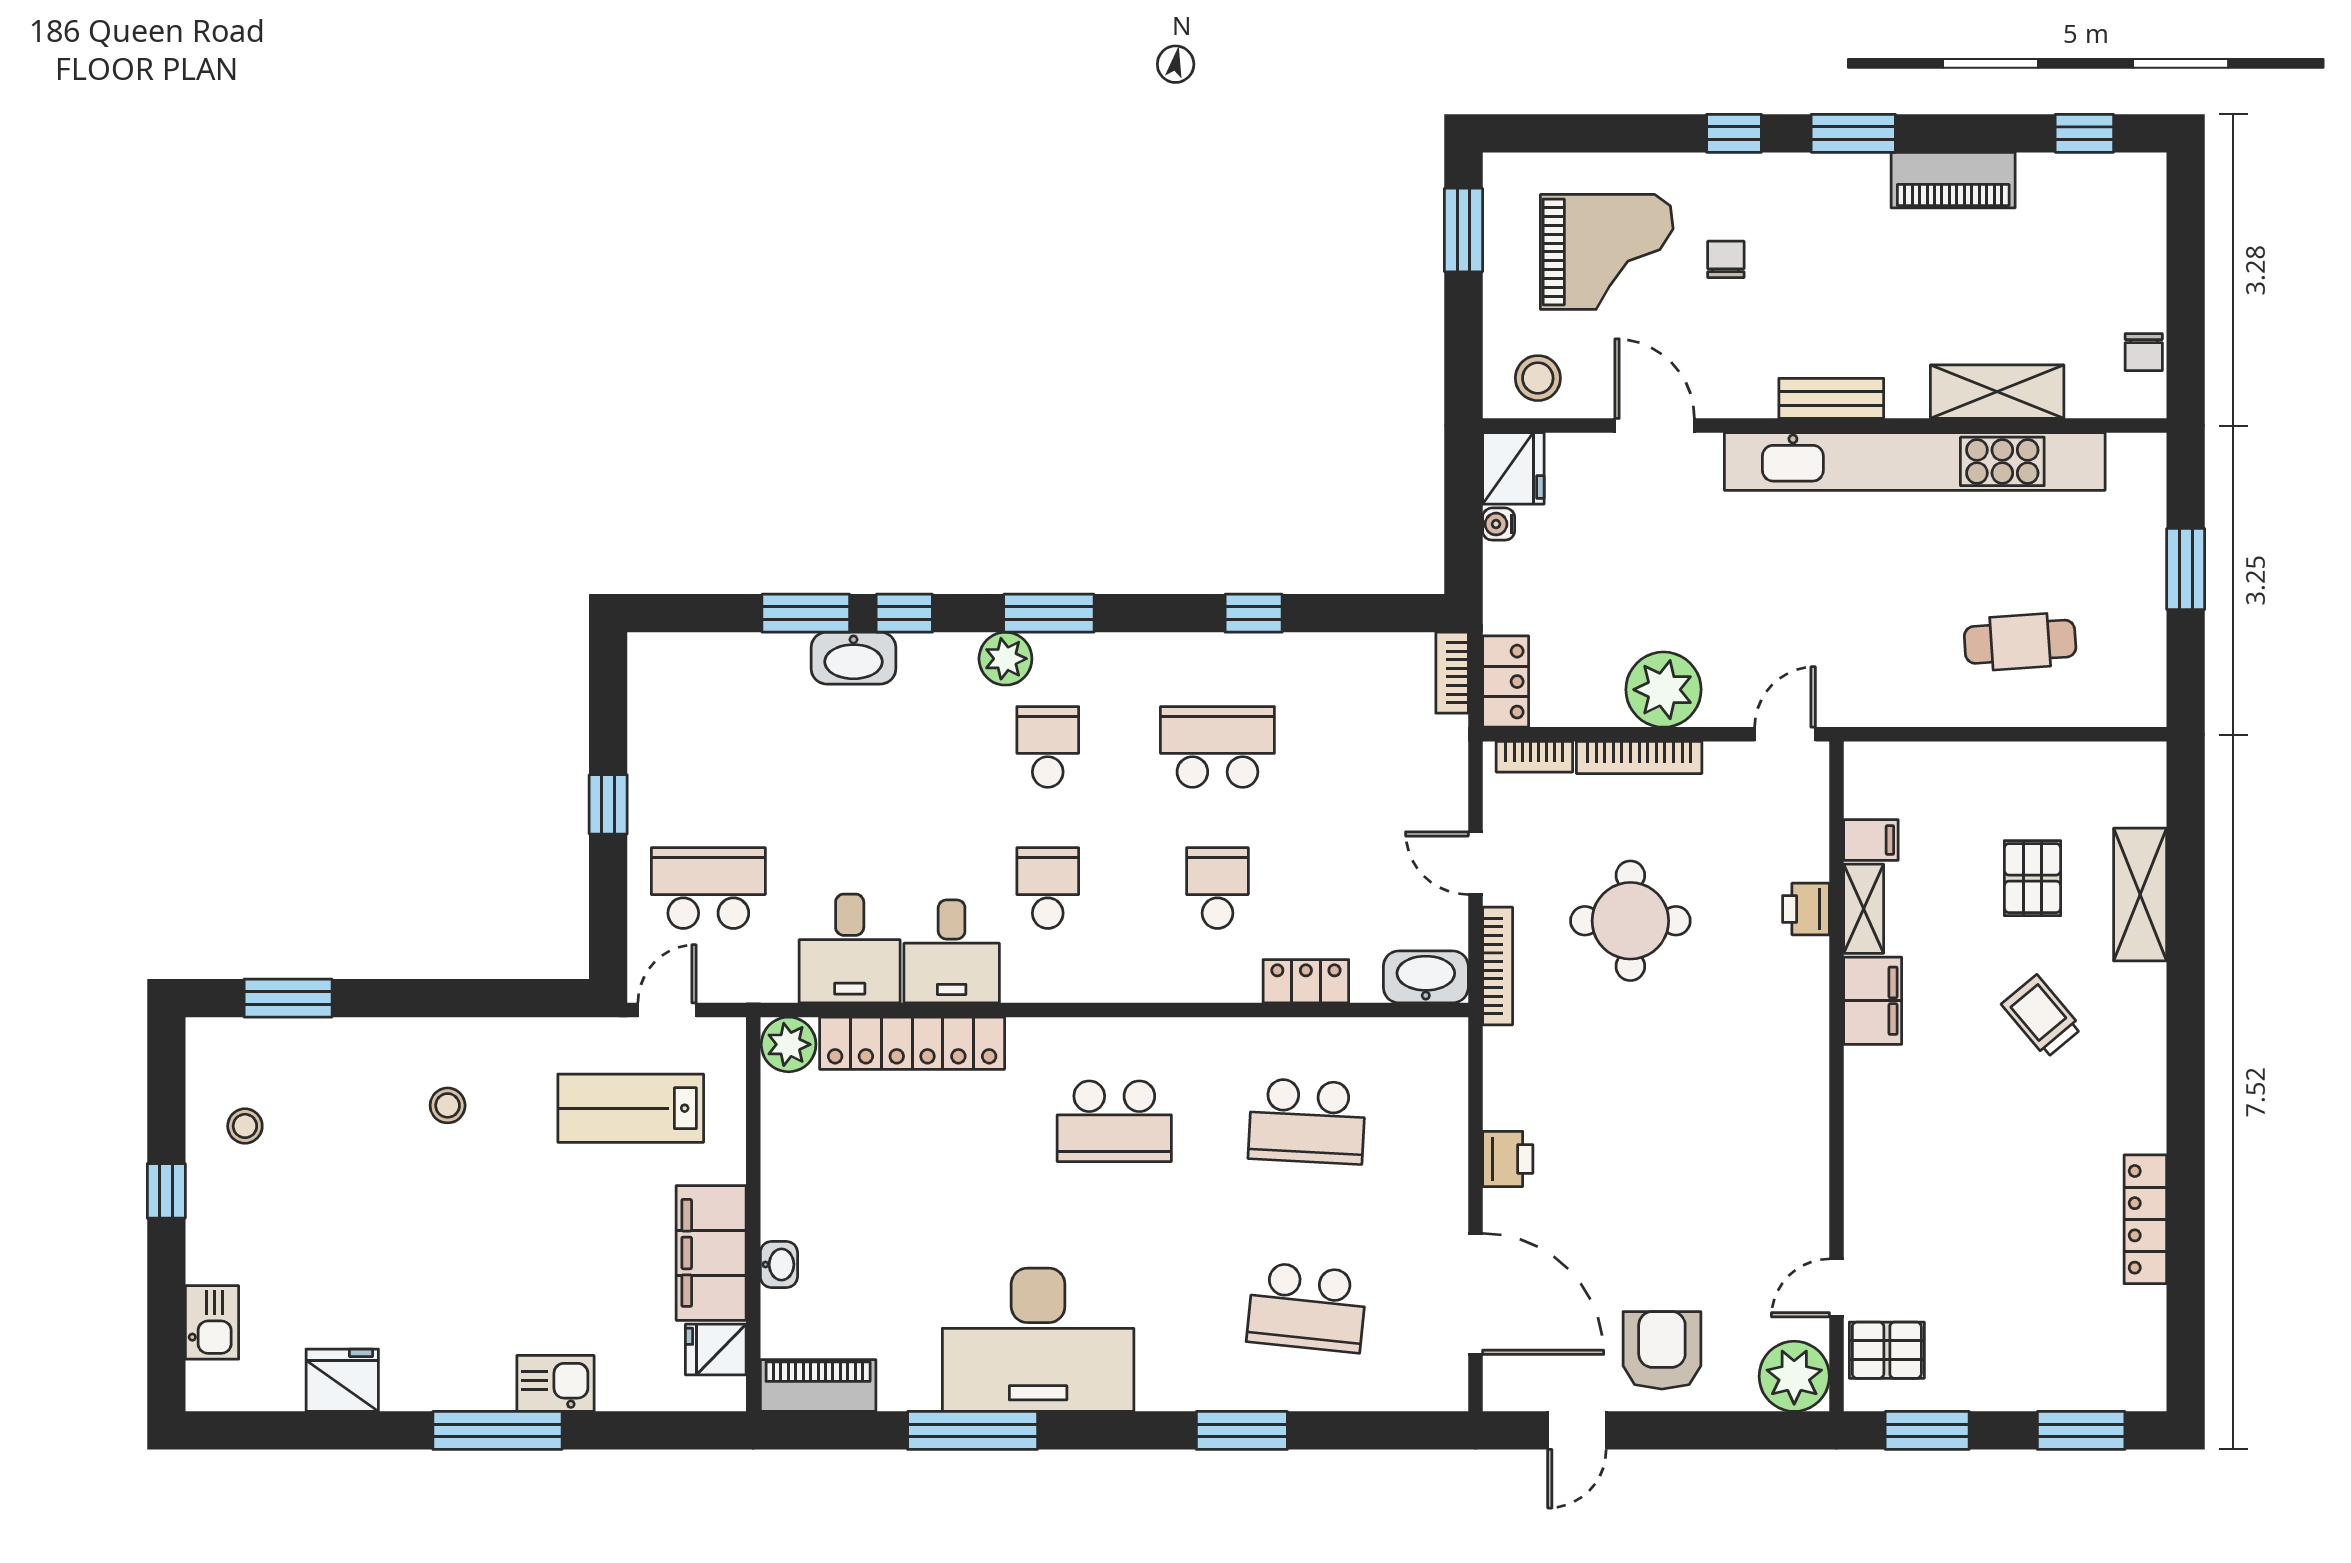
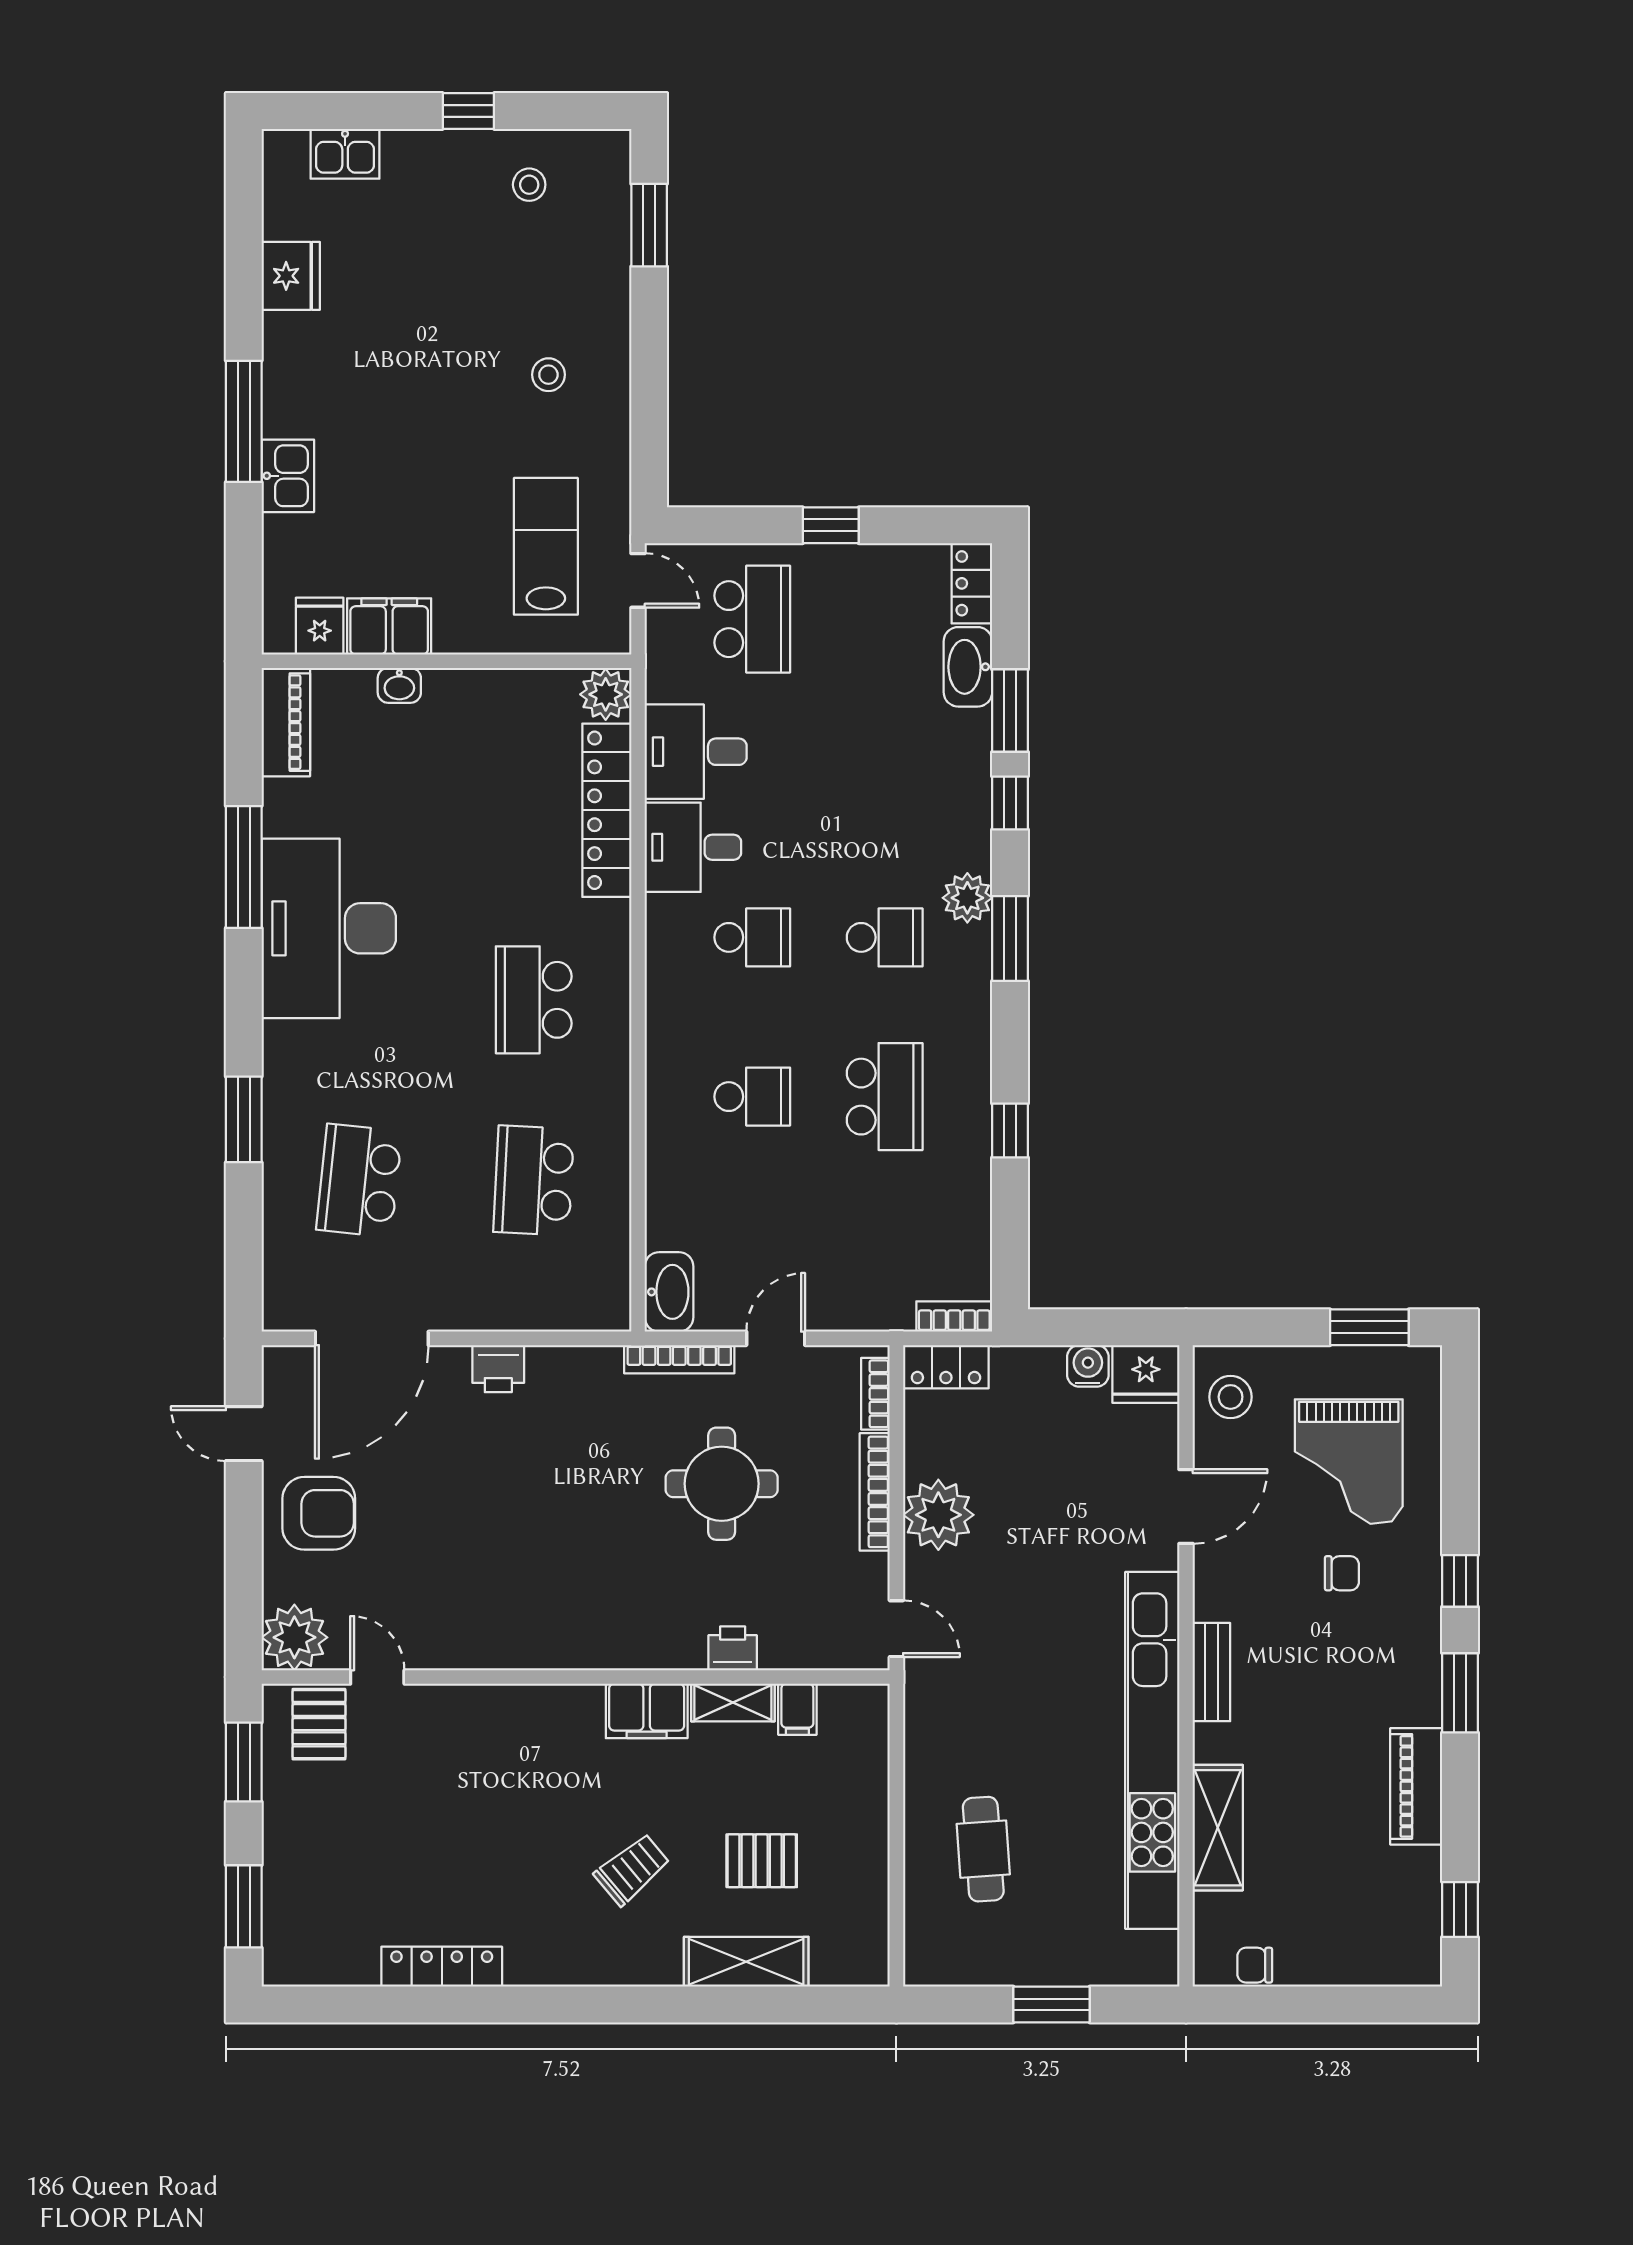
water cooler: (1499, 524) -> (1088, 1366), width x1.38, depth x1.38
washbasin: (854, 658) -> (968, 667), moved
locker: (1306, 981) -> (972, 583), moved, turned 180
filing cabinet: (711, 1253) -> (389, 626), width x0.67, depth x0.86

